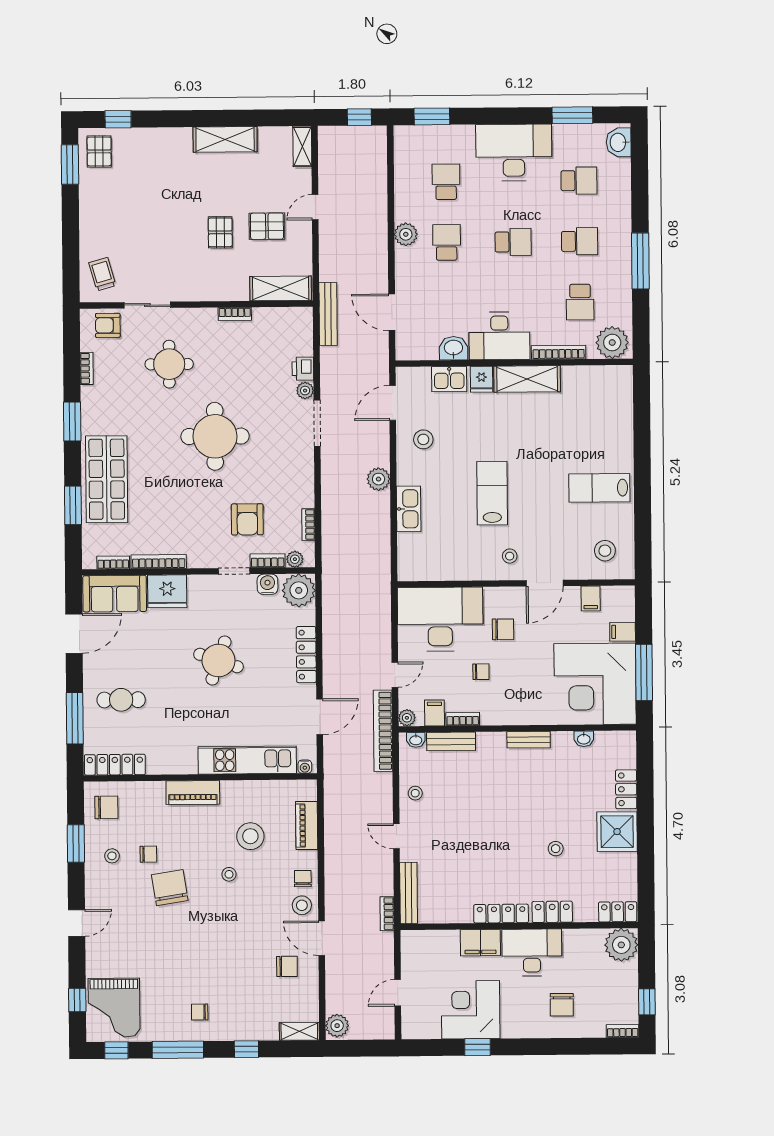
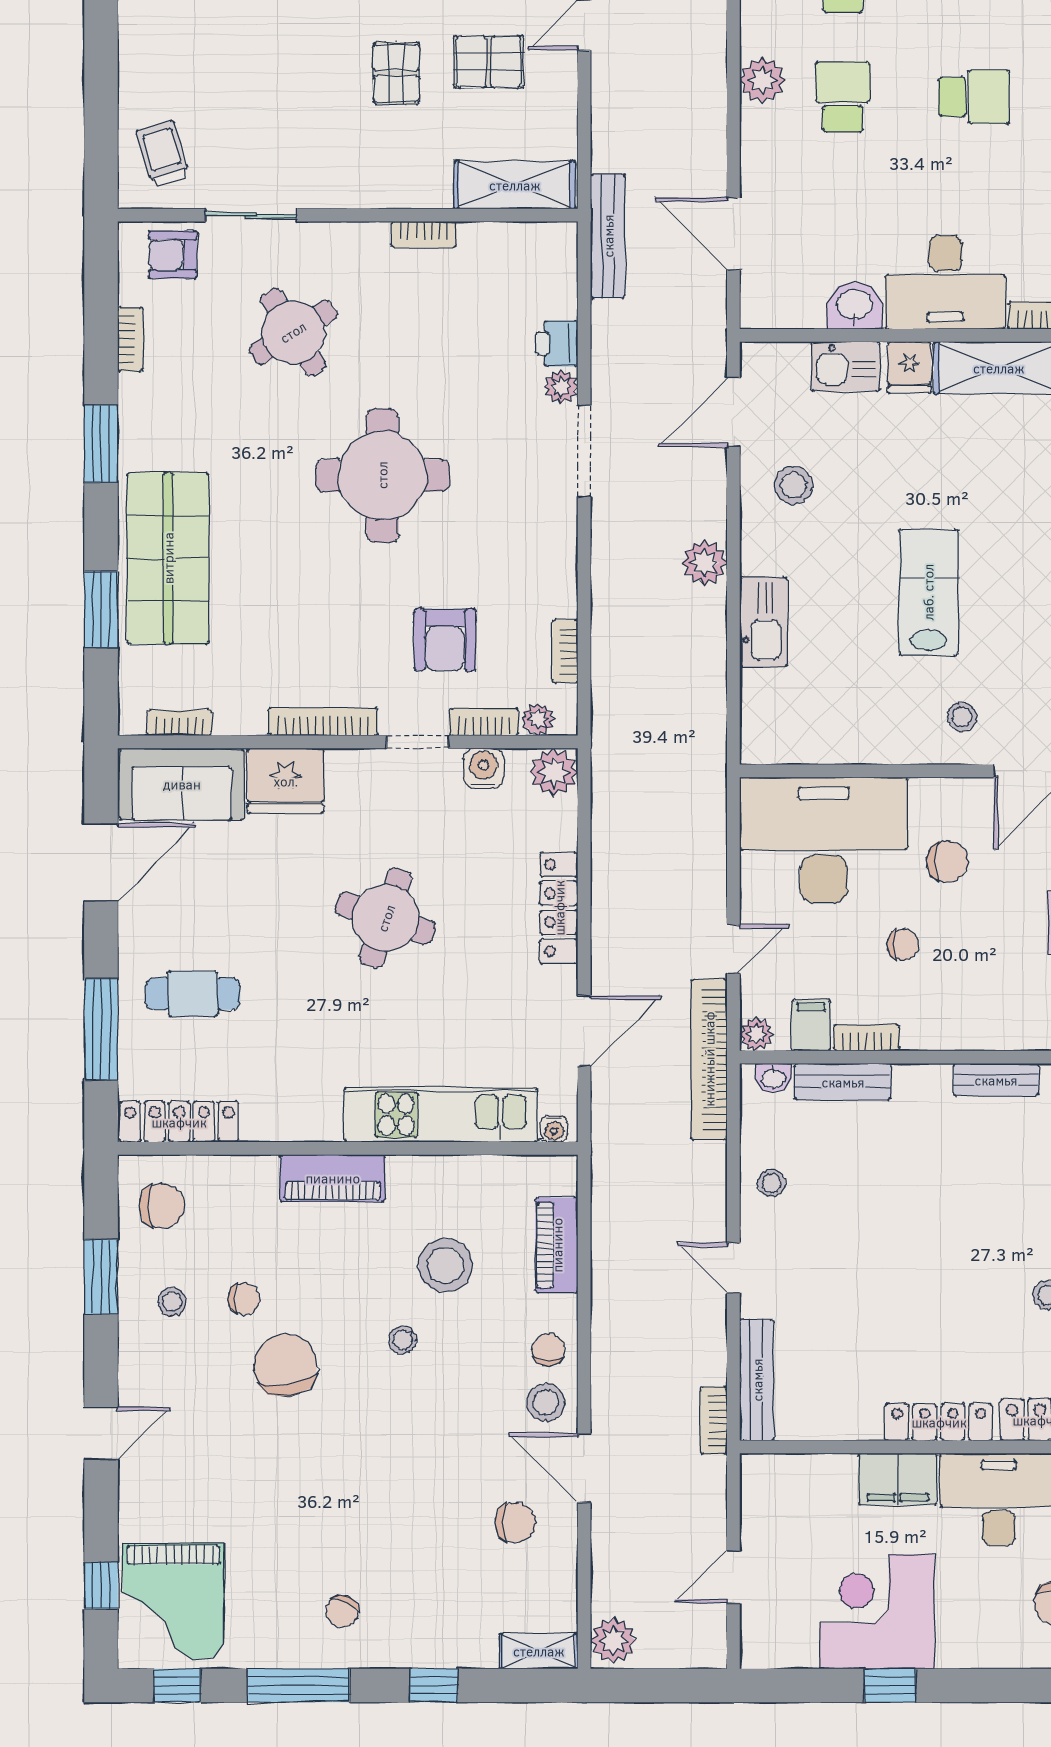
round table: (169, 364) -> (293, 332), turned -32
bookcase: (159, 562) -> (323, 722), moved
plant: (299, 590) -> (554, 772), width x0.73, depth x0.73
chair: (200, 1012) -> (342, 1611), turned -63

